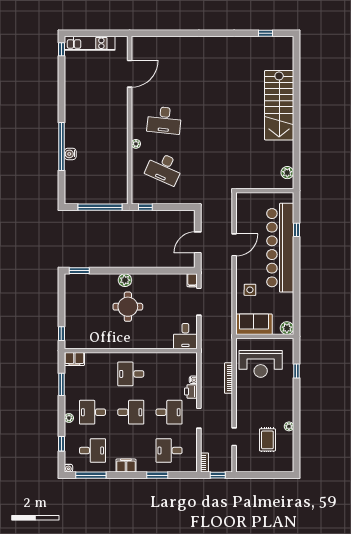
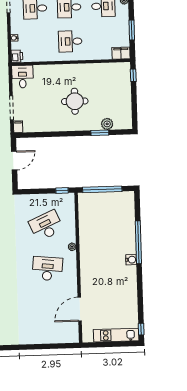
water cooler: (70, 154) -> (131, 260), moved
desk: (164, 168) -> (46, 226), turned -48
window: (79, 271) -> (100, 133), moved
plant: (125, 280) -> (107, 124), moved
desk: (131, 374) -> (70, 41), turned 180
printer: (191, 391) -> (17, 56), moved

